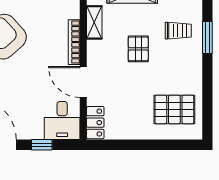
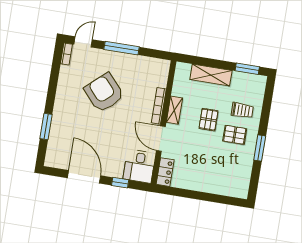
shelving: (94, 22) -> (174, 110), moved
window: (207, 38) -> (260, 148), moved
pallet: (174, 109) -> (235, 135), moved, width x0.67, depth x0.71

